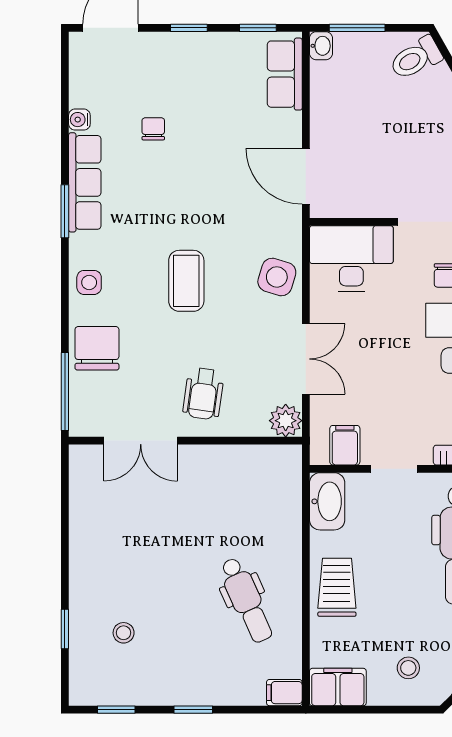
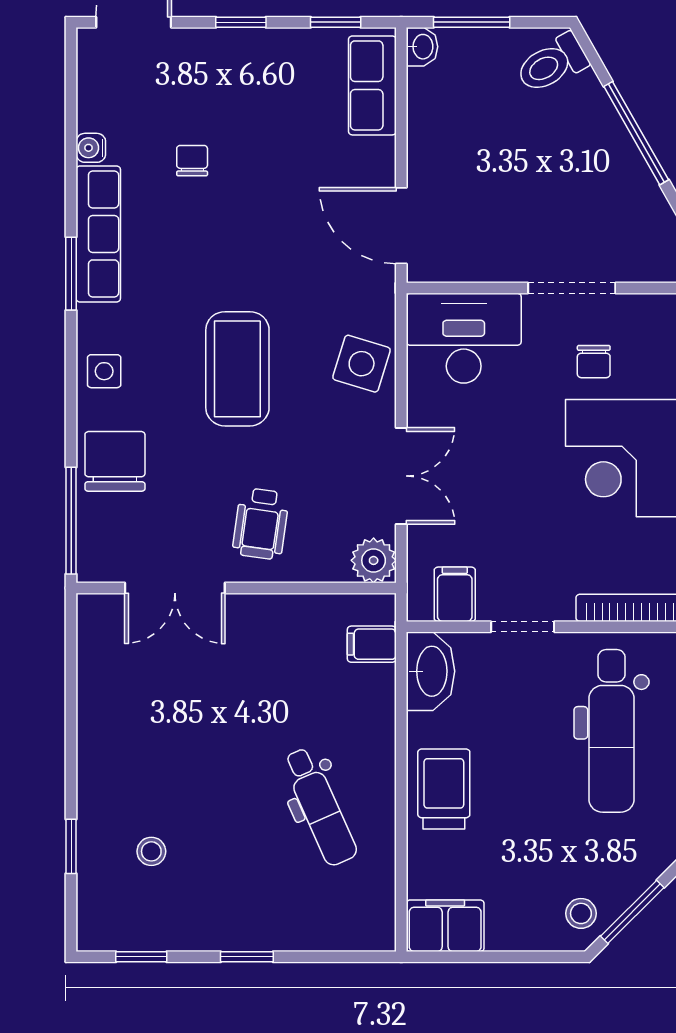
coffee table: (186, 281) -> (237, 369), width x1.36, depth x1.32
stool: (408, 668) -> (581, 913), moved
filing cabinet: (284, 693) -> (372, 644), moved

